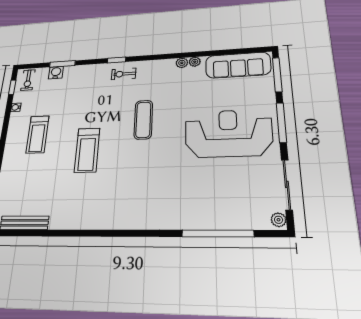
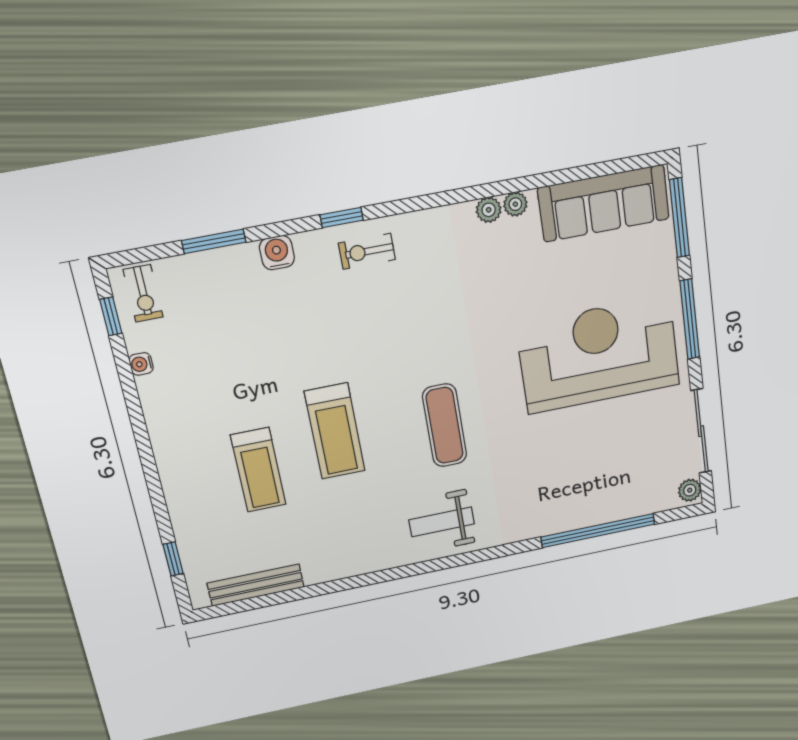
water cooler: (56, 73) -> (277, 253), moved
exercise mat: (143, 120) -> (445, 425), moved
treadmill: (38, 134) -> (258, 470), moved
weight bench: (128, 208) -> (442, 522), added

